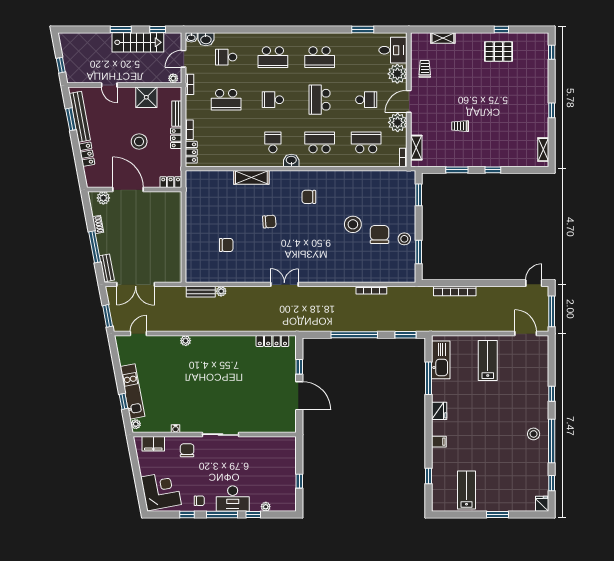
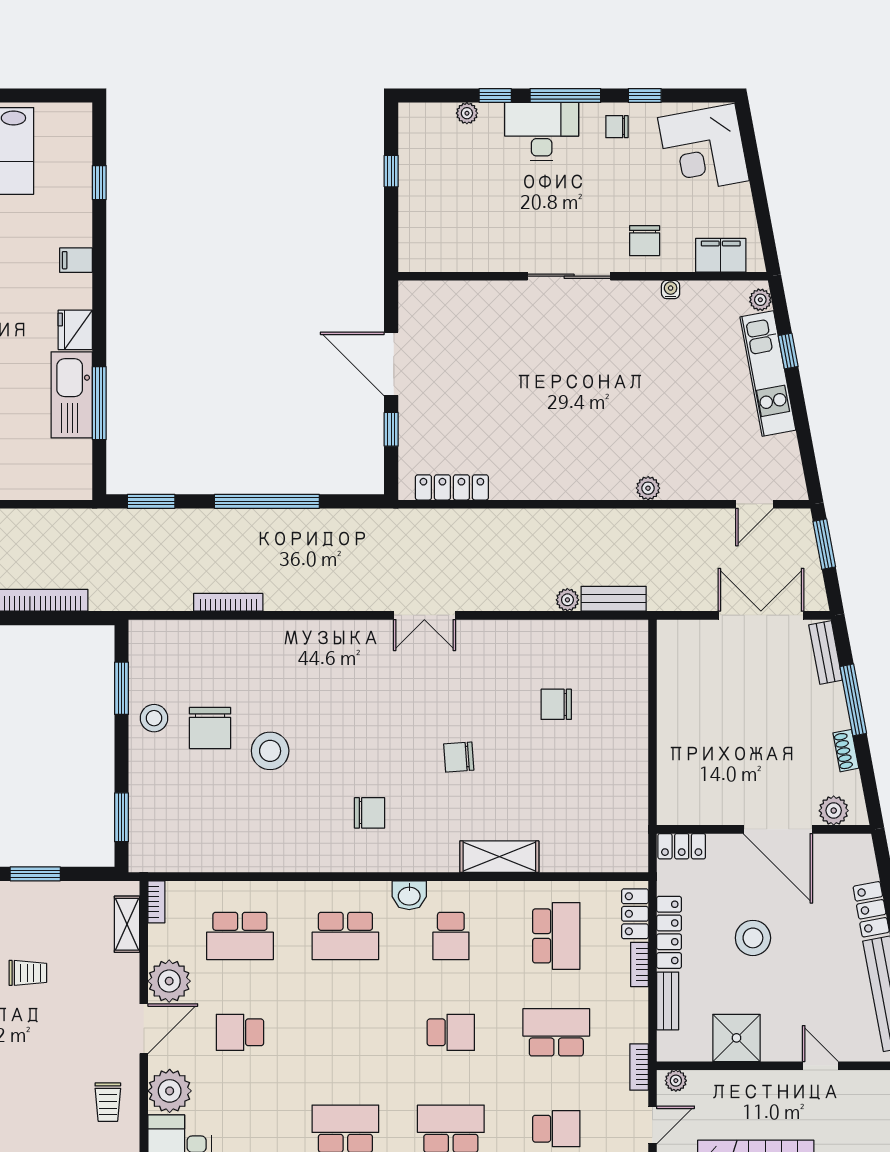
school desk: (320, 100) -> (556, 936), moved
locker: (176, 138) -> (669, 932), width x1.53
kitchen sink: (441, 360) -> (72, 395), moved

